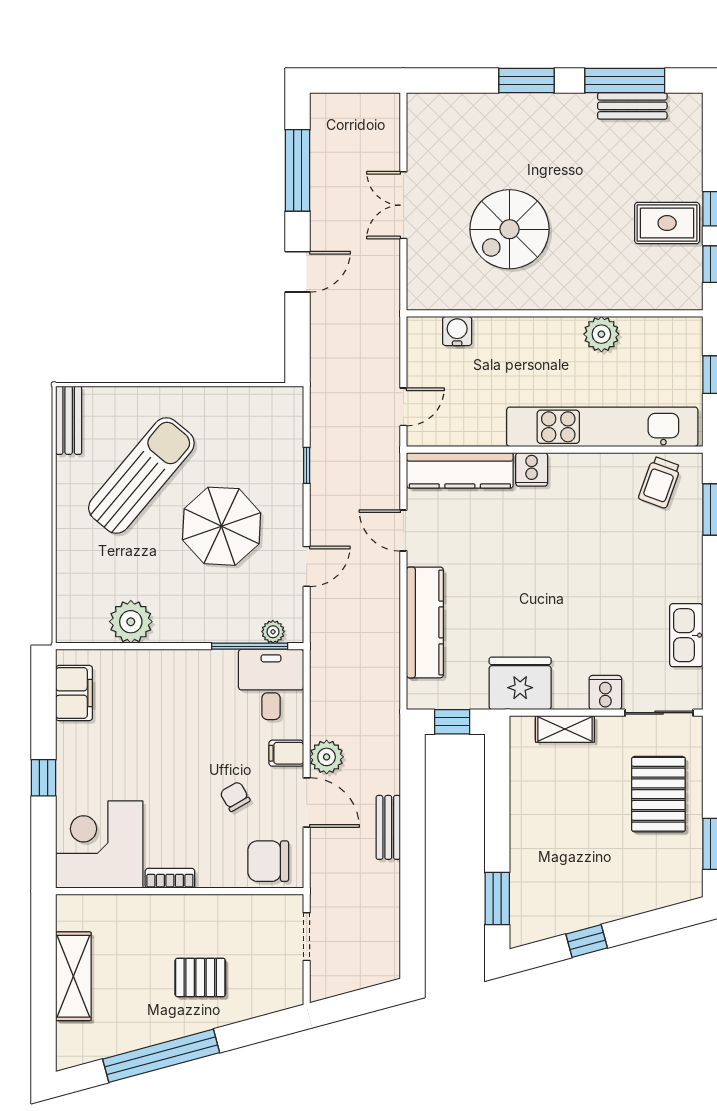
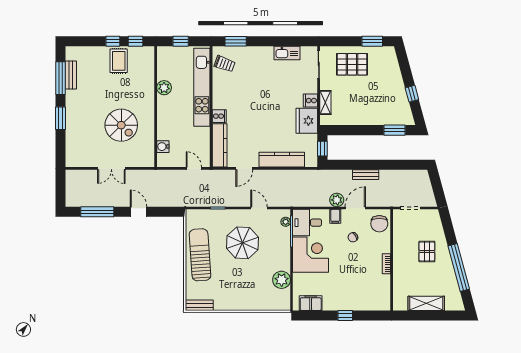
sun lounger: (141, 476) -> (200, 255), moved, turned 46
cooker: (605, 693) -> (310, 101), moved
corner desk: (99, 845) -> (311, 255), moved, turned 180

